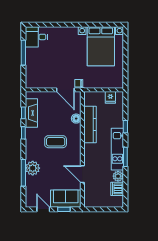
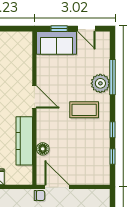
fireplace: (31, 113) -> (102, 156), removed
coffee table: (56, 142) -> (84, 110), moved
door: (82, 174) -> (34, 97), moved

